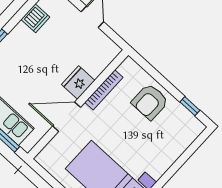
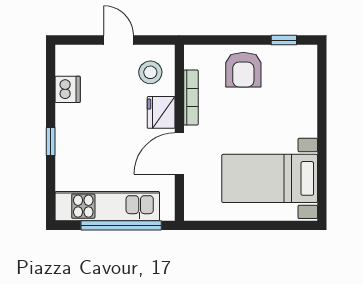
stool: (93, 53) -> (150, 72), added

